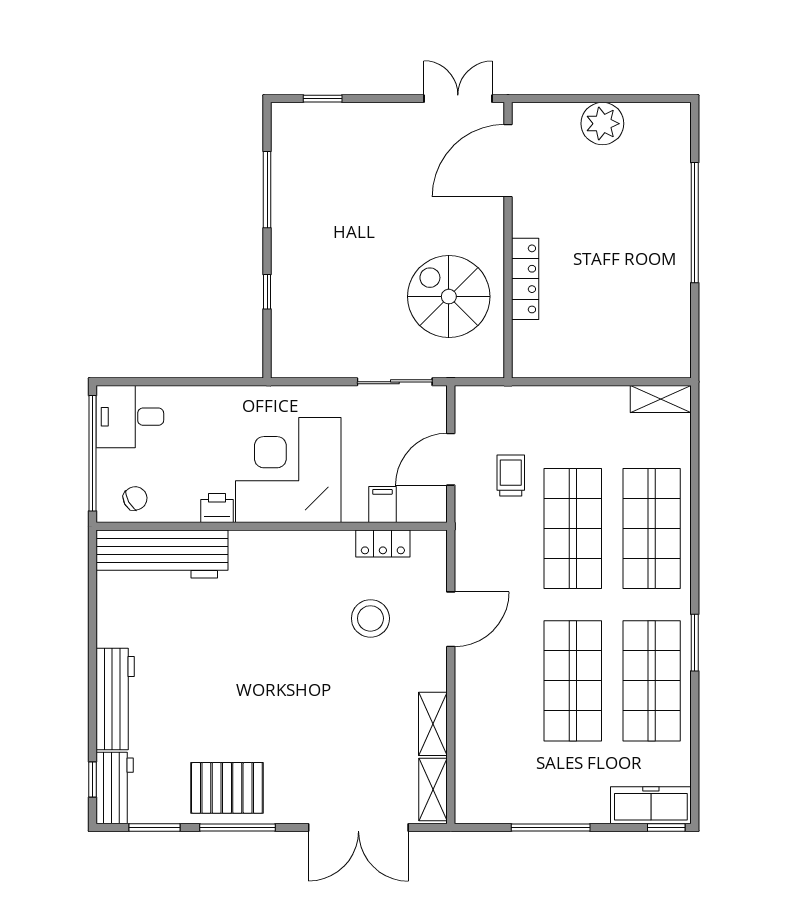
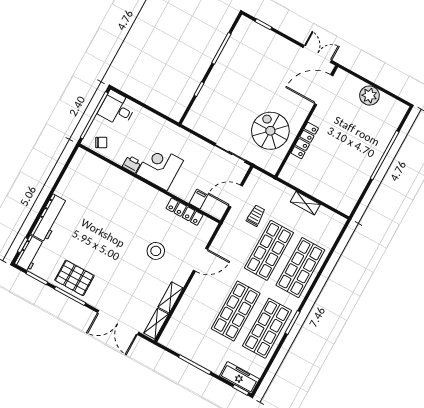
shelving: (661, 399) -> (305, 203), moved
corner desk: (288, 470) -> (160, 167), width x0.74, depth x0.74
locker: (383, 544) -> (184, 212), width x1.53
workbench: (162, 554) -> (100, 171), removed
stool: (370, 618) -> (156, 251), moved

